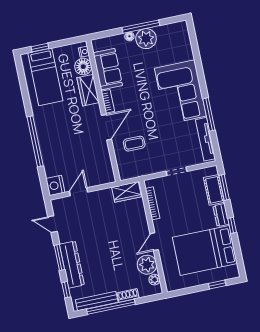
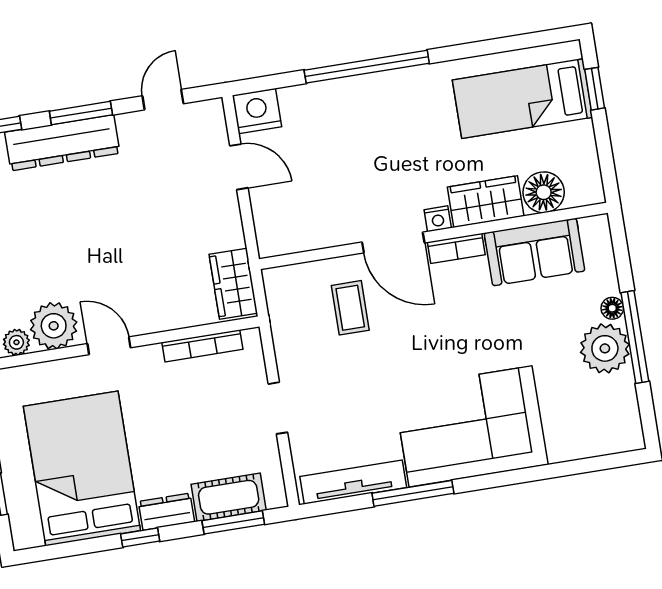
nightstand: (84, 52) -> (438, 219), moved

